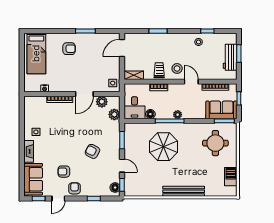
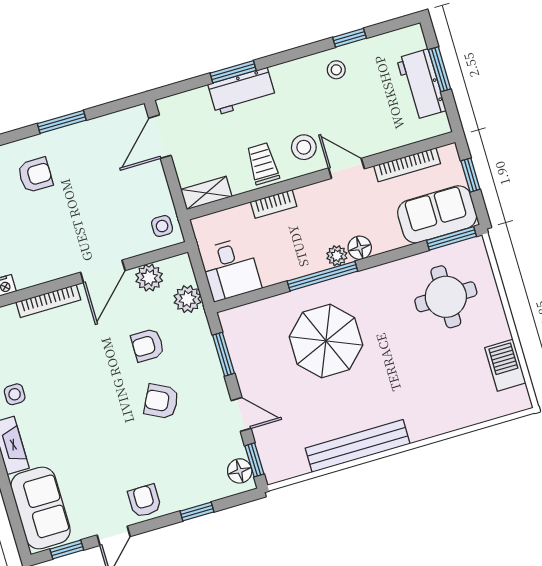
workbench: (159, 40) -> (242, 91), added
floor lamp: (150, 114) -> (360, 248), moved
armchair: (64, 172) -> (148, 345), moved
bench: (184, 191) -> (358, 446), moved

